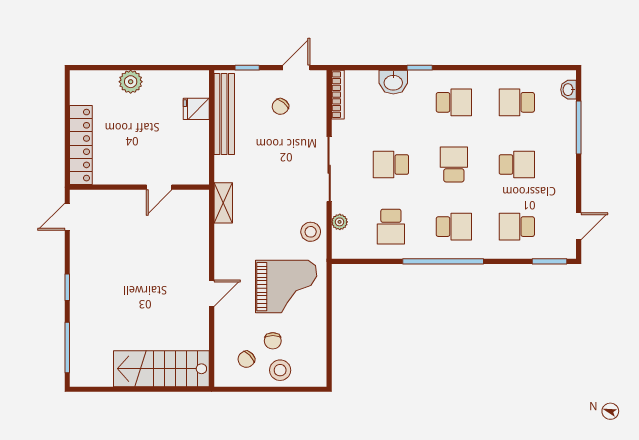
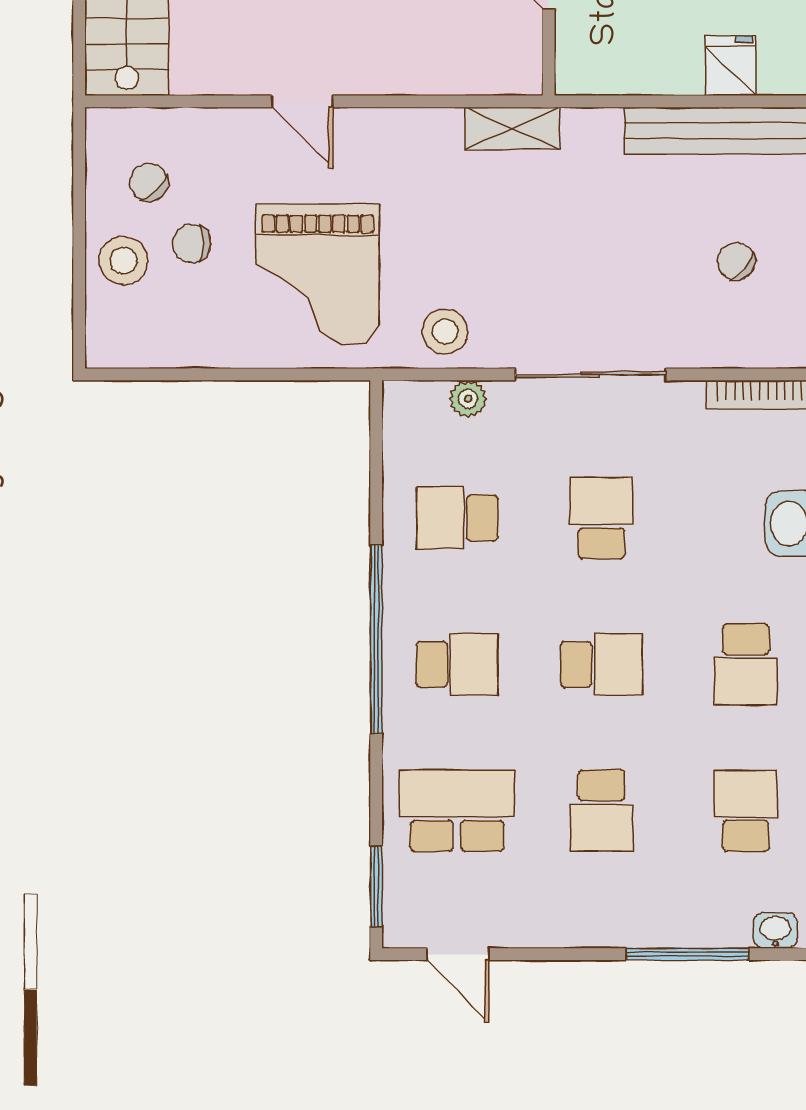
school desk: (454, 227) -> (457, 664), turned -90
school desk: (517, 227) -> (457, 811), width x1.85

